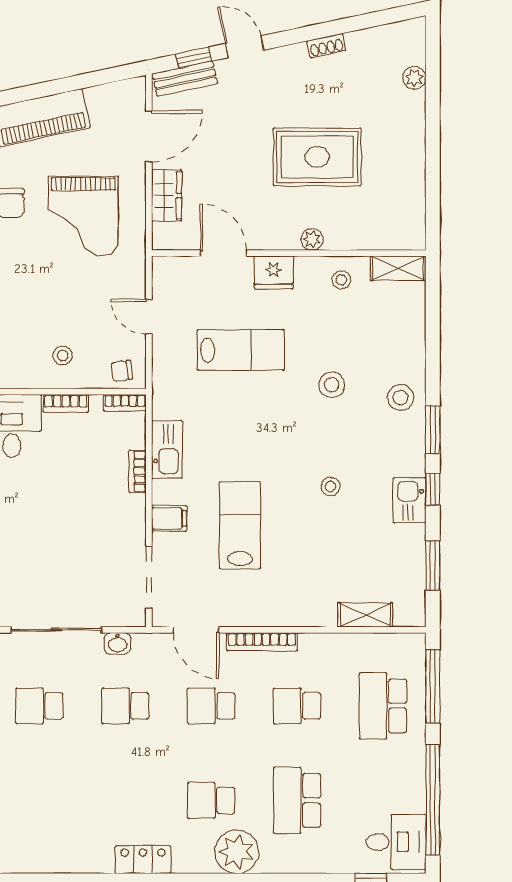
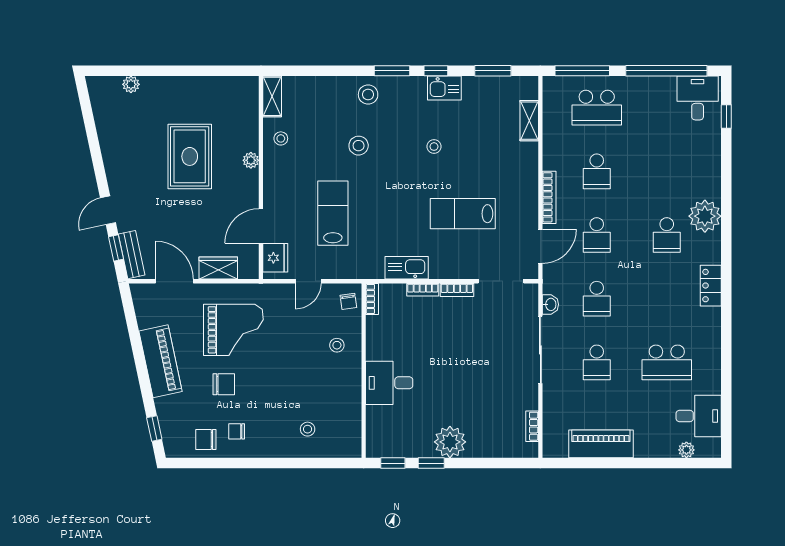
shoe rack: (326, 46) -> (107, 150), removed
fridge: (274, 273) -> (275, 258), moved
bookcase: (66, 403) -> (457, 290), moved, turned 90
filing cabinet: (169, 518) -> (458, 266), removed
school desk: (297, 800) -> (667, 362), moved

